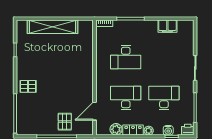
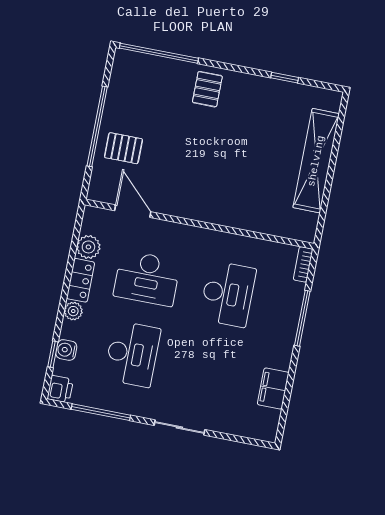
desk: (126, 57) -> (228, 294), turned 180
desk: (126, 98) -> (147, 278), turned 90

